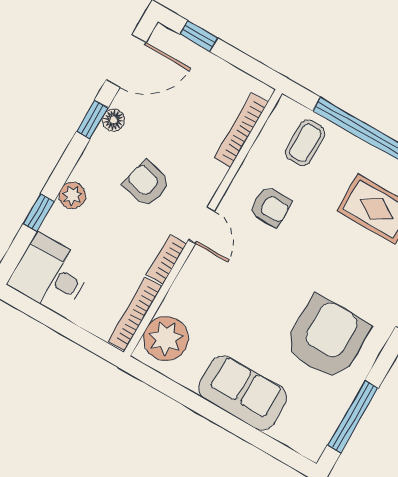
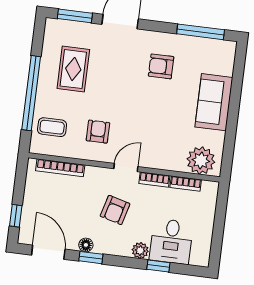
desk: (51, 274) -> (171, 241), moved
bookcase: (135, 314) -> (186, 184), width x0.64
armchair: (327, 338) -> (161, 66), width x0.53, depth x0.53

